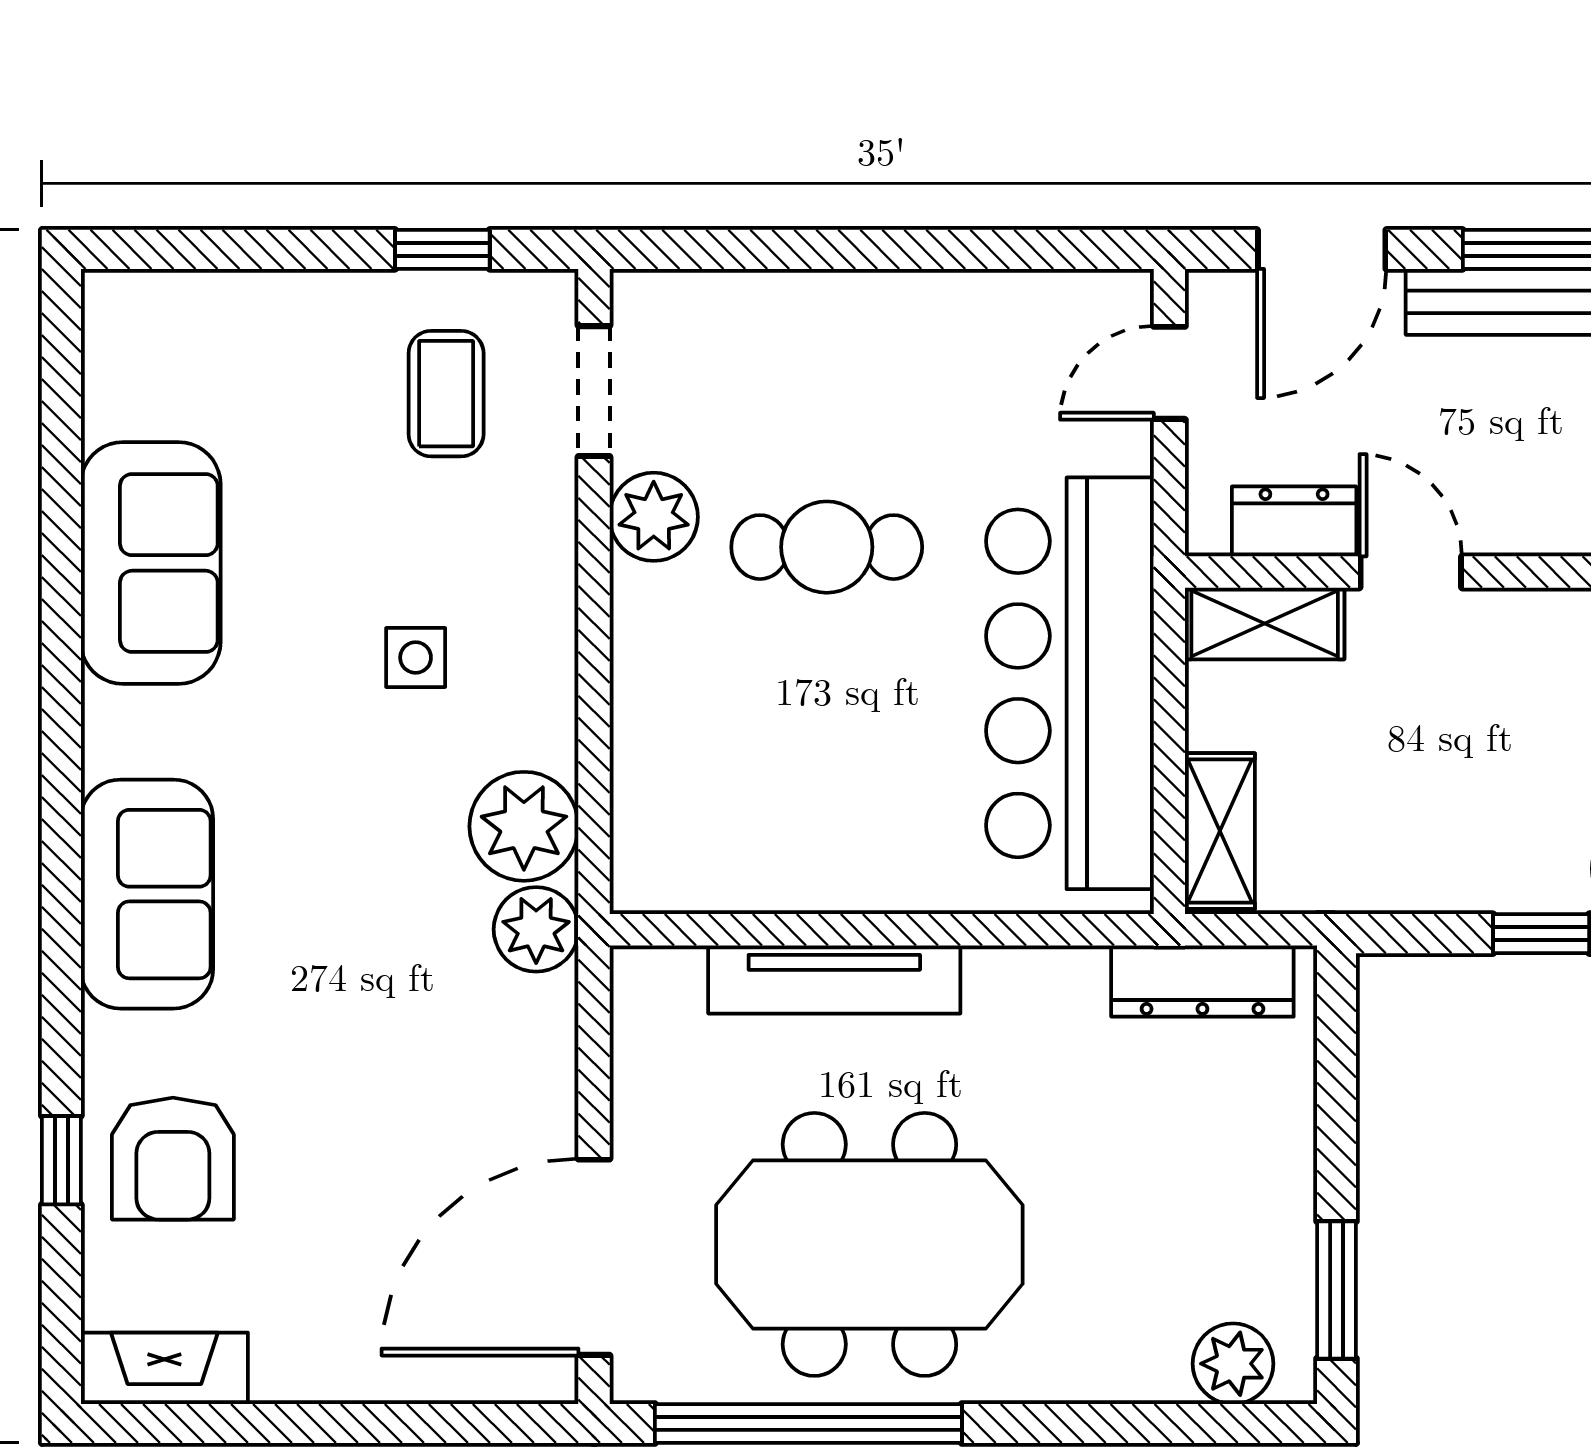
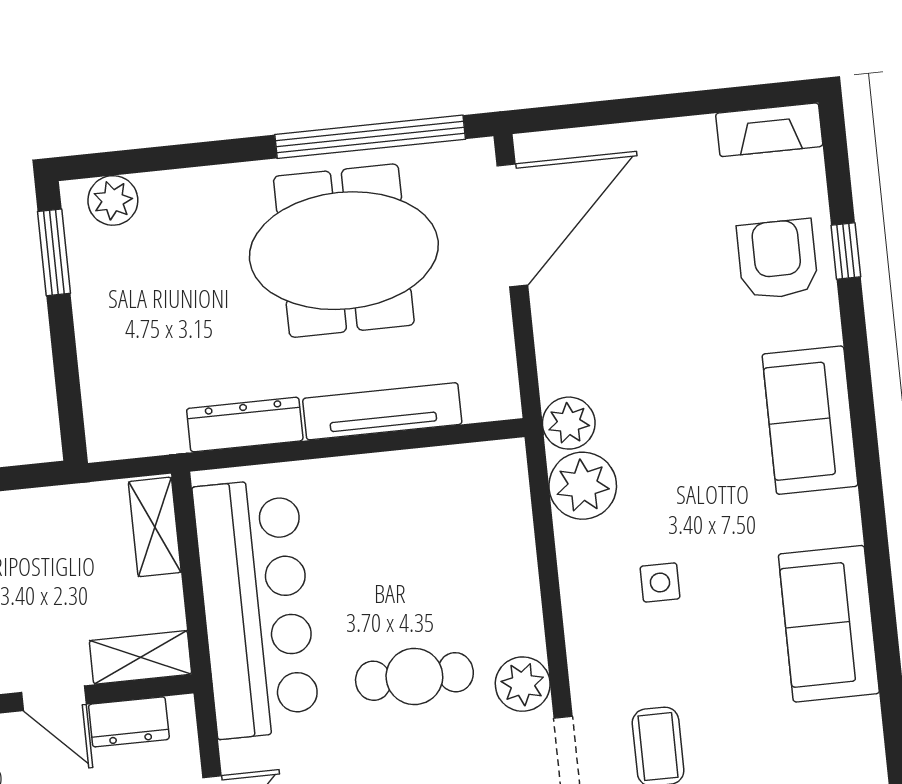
dresser: (1202, 981) -> (245, 425), moved

